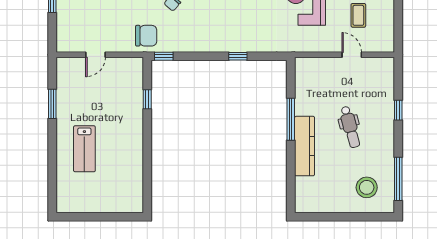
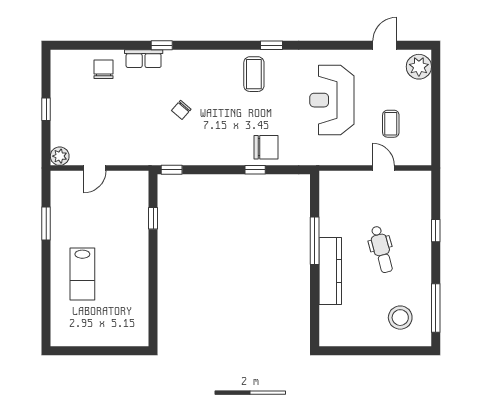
chair: (146, 36) -> (266, 147), moved
plant: (64, 44) -> (60, 156), added

